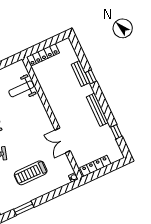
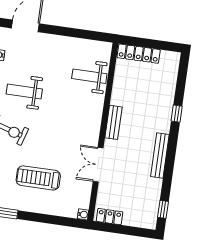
bench: (81, 74) -> (114, 122), moved
window: (116, 132) -> (163, 209), moved
locker: (95, 166) -> (110, 217), width x0.66

